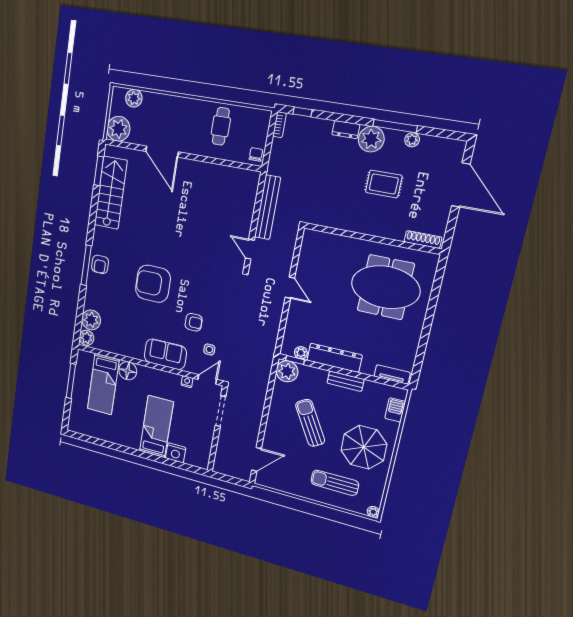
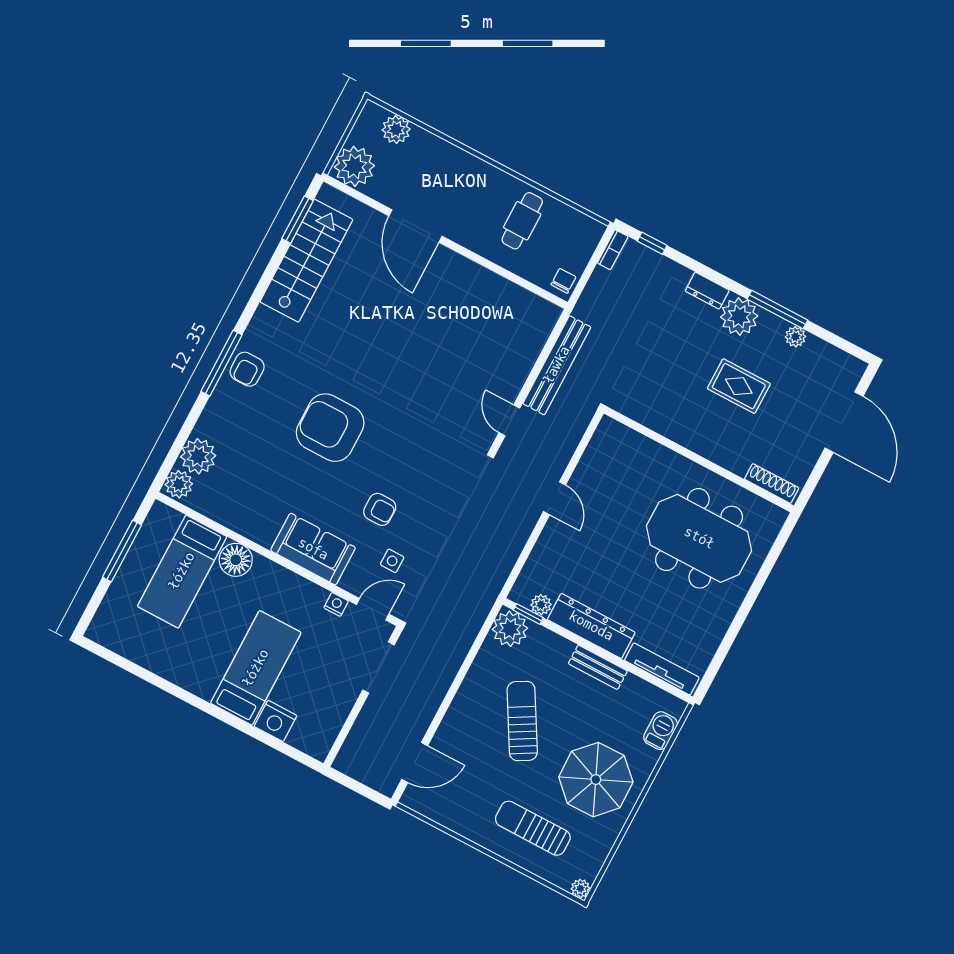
tv unit: (392, 374) -> (662, 669), width x1.41

